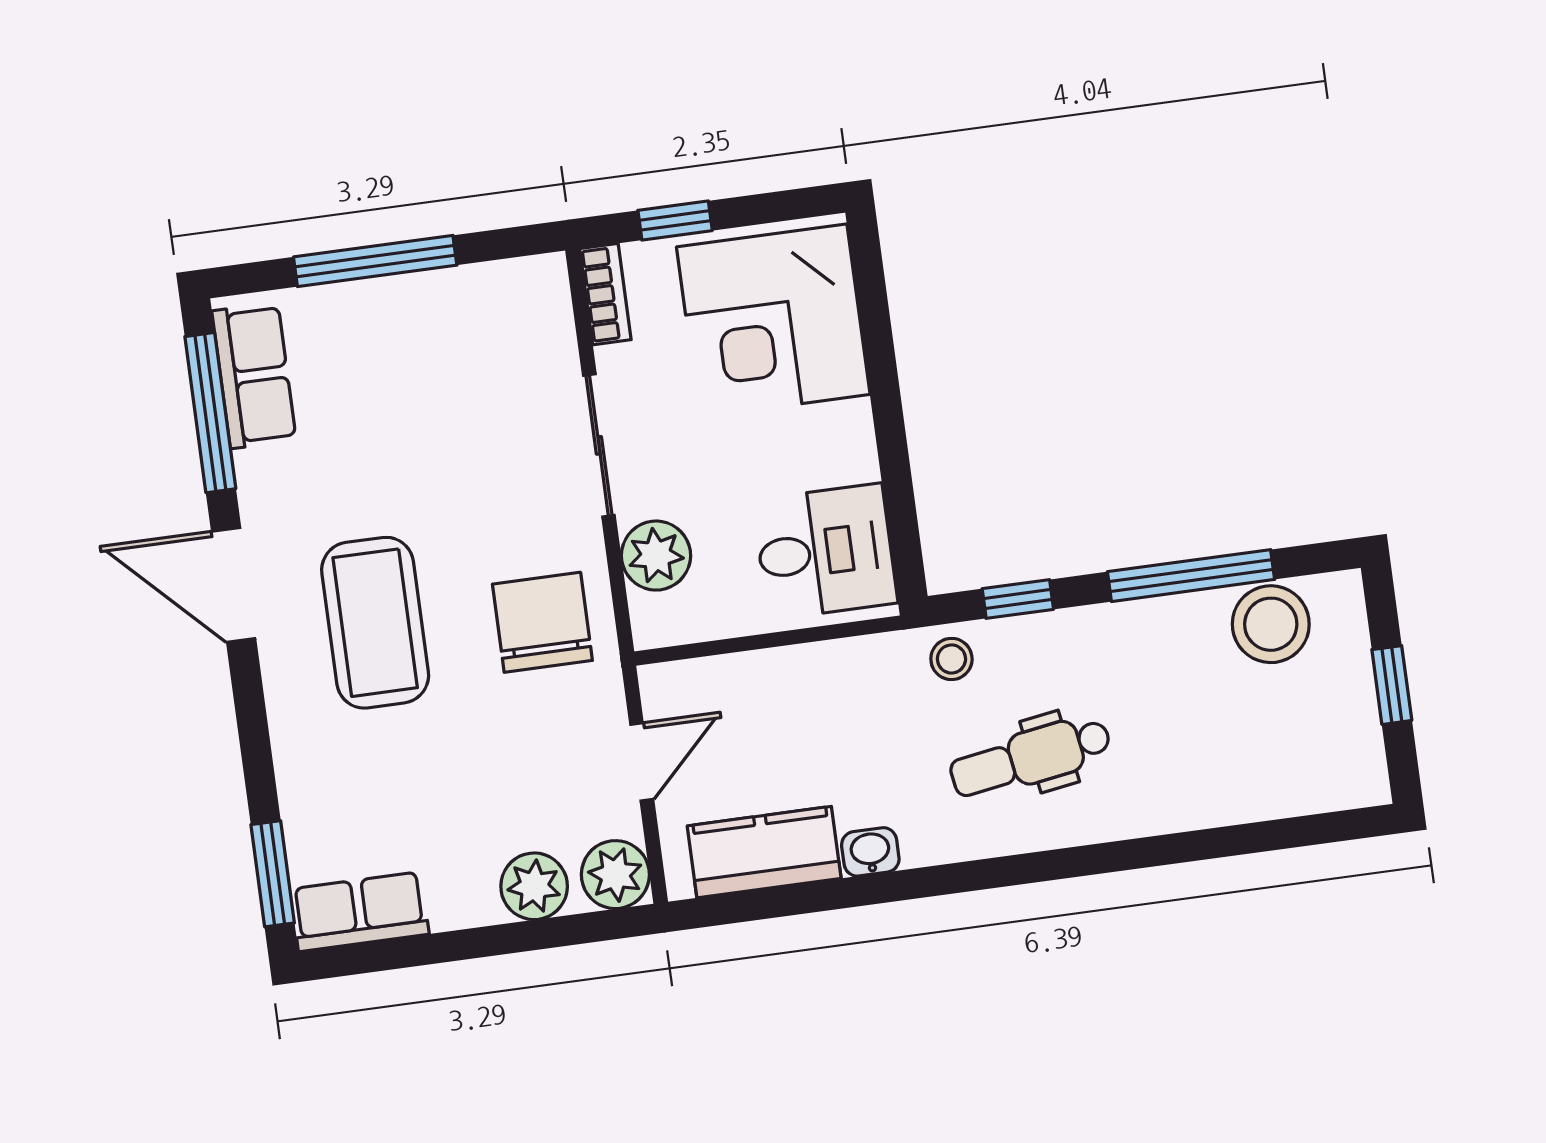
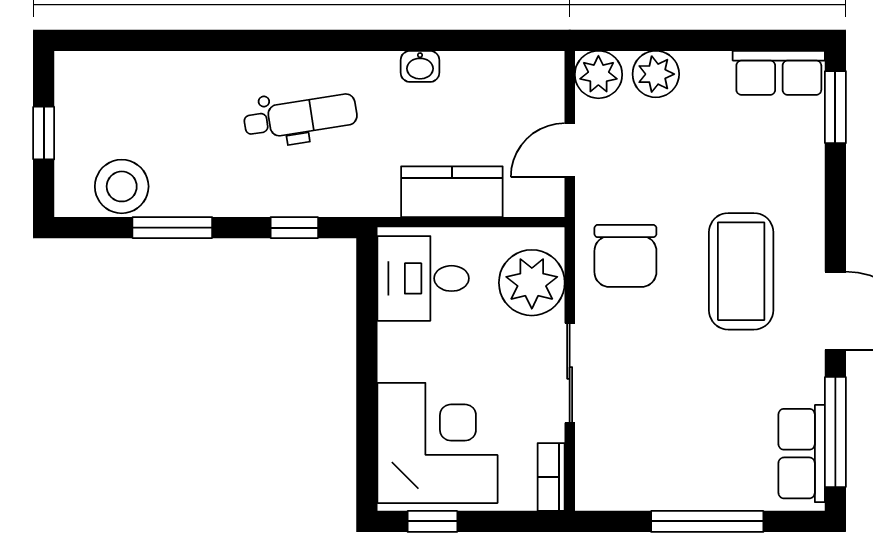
window: (675, 220) -> (432, 521), moved
plant: (656, 556) -> (532, 283), width x1.36, depth x1.36
window: (1191, 576) -> (172, 228), width x0.69
stool: (951, 659) -> (346, 192), removed
kitchen counter: (764, 852) -> (452, 192), moved, turned 180

